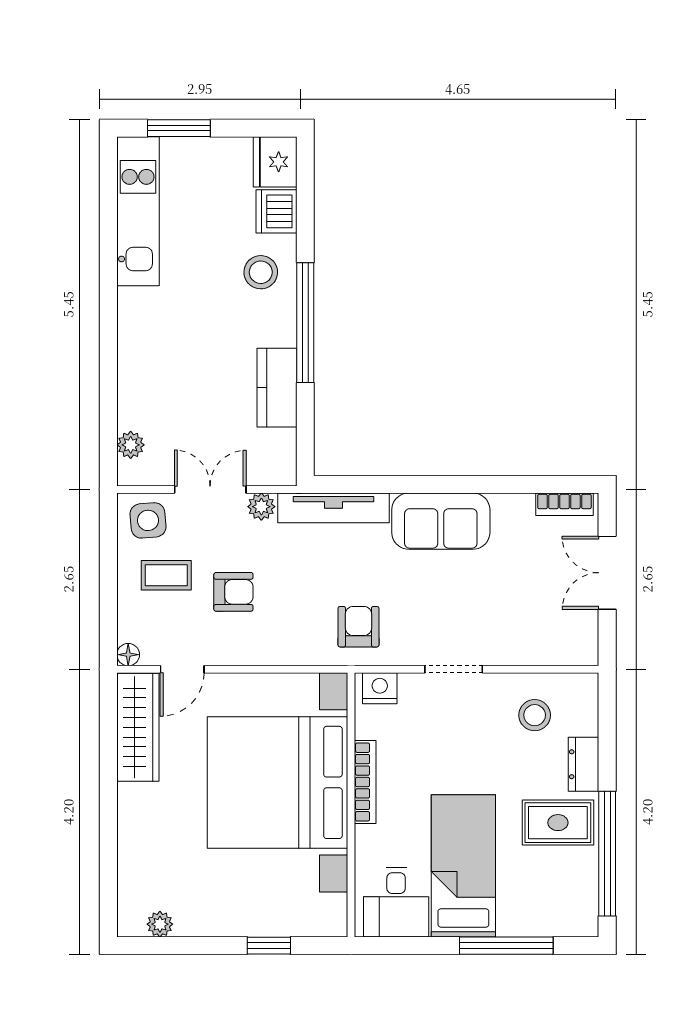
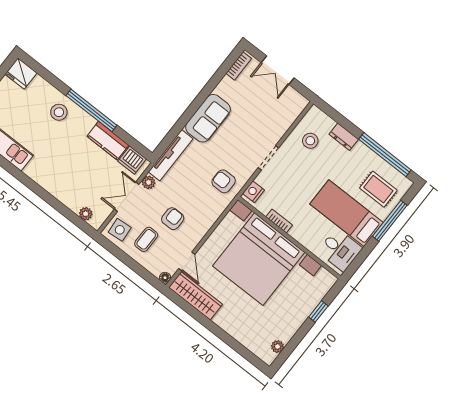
dishwasher: (276, 211) -> (132, 160), moved
bookcase: (365, 782) -> (279, 221), width x0.64
rug: (558, 823) -> (378, 189), moved, turned 90

